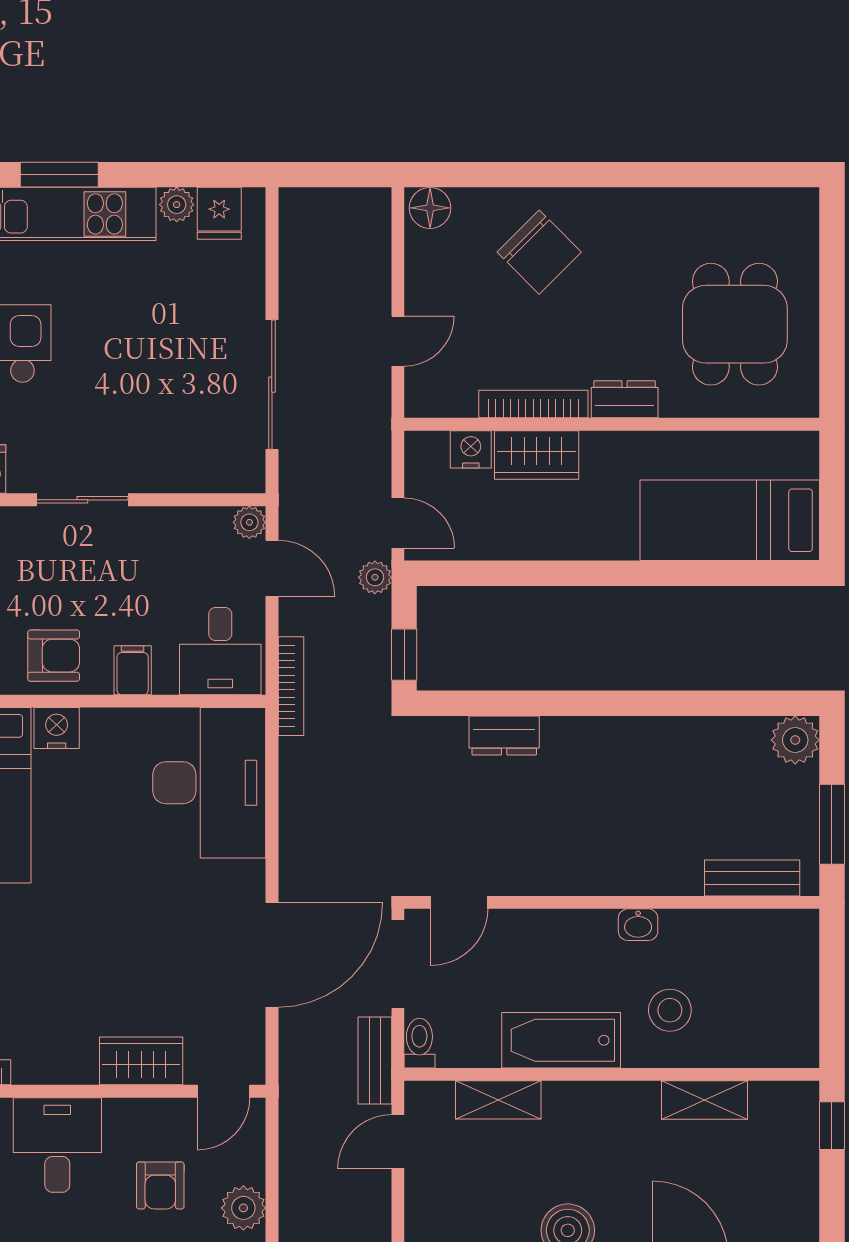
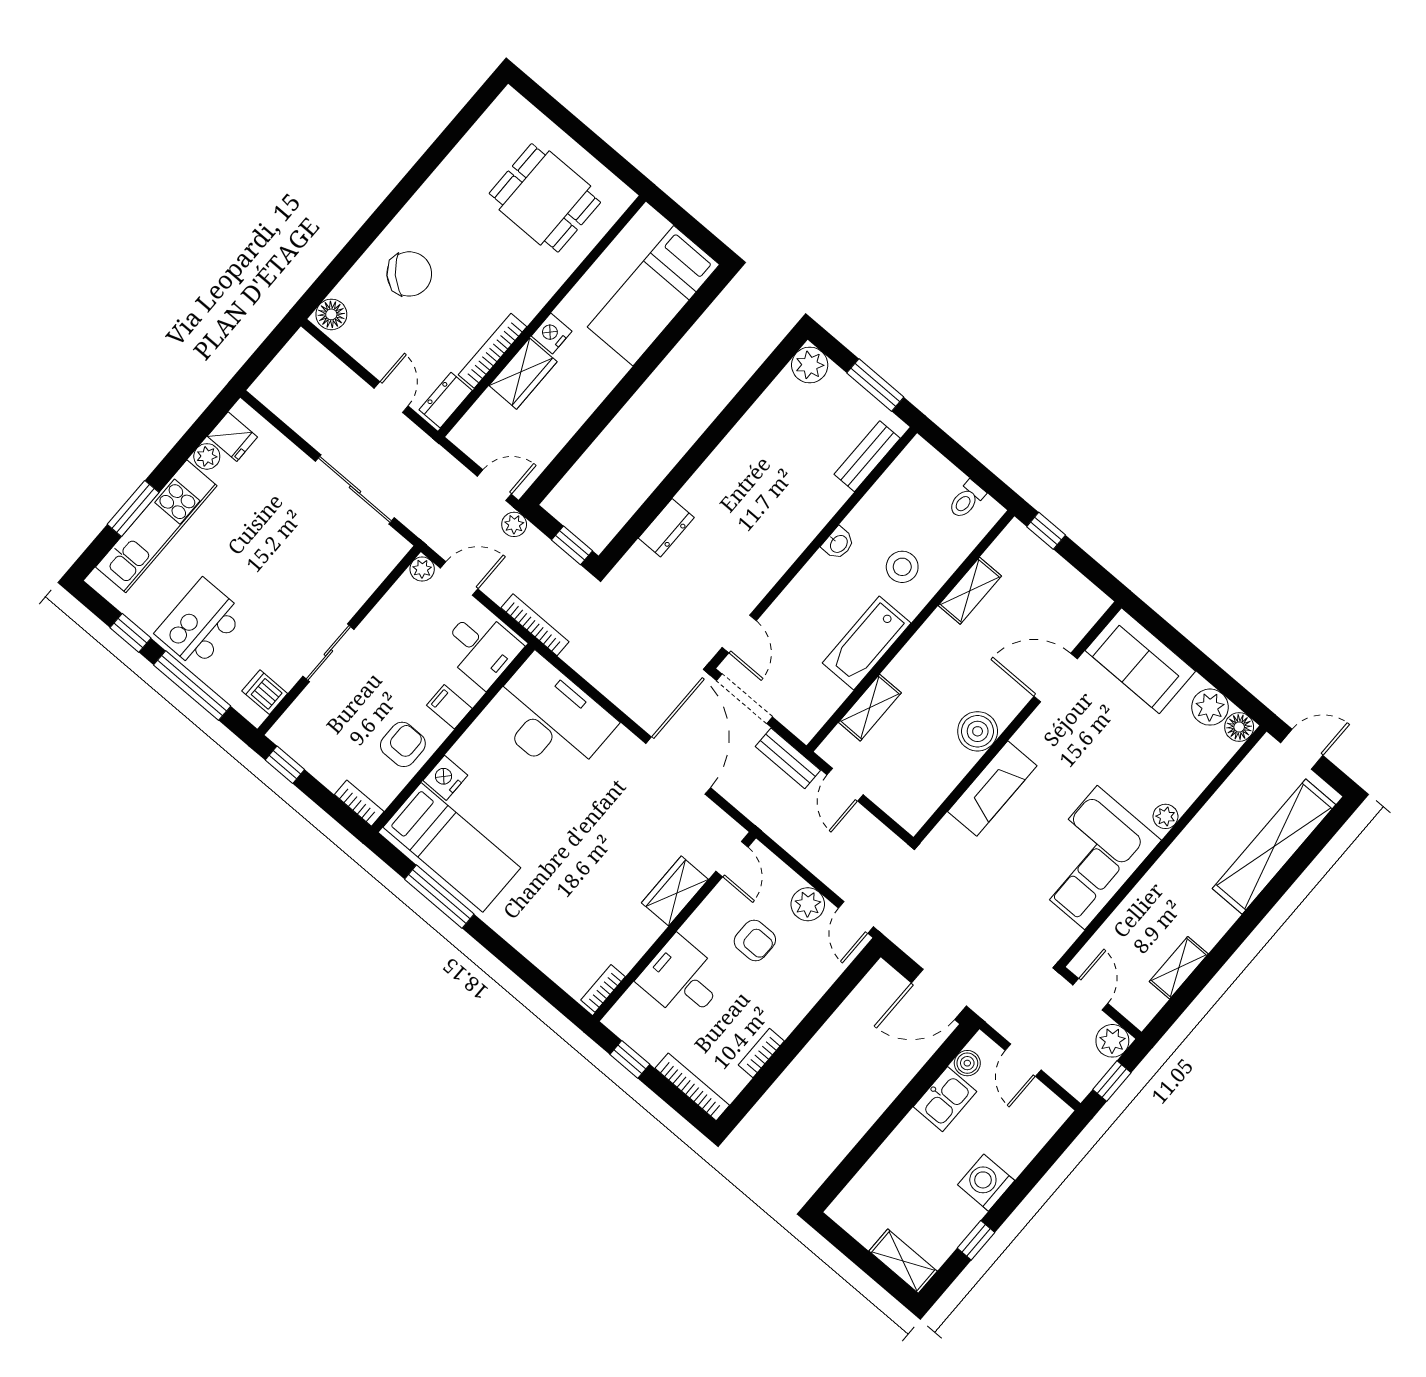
dresser: (625, 399) -> (446, 400), moved
nightstand: (471, 449) -> (552, 334), moved
toilet: (419, 1043) -> (966, 500), moved, turned -90

